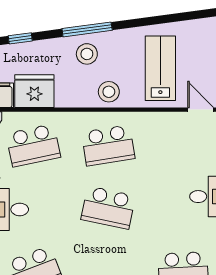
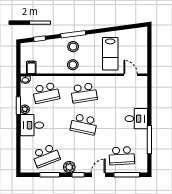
lab bench: (160, 68) -> (110, 54), turned 180
fridge: (34, 91) -> (47, 65), removed
stool: (109, 92) -> (73, 65), moved

